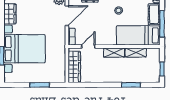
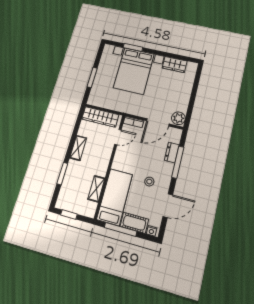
door: (67, 16) -> (158, 122), hinge flipped
door: (88, 47) -> (118, 137), hinge flipped
shelving: (114, 53) -> (78, 148), moved

